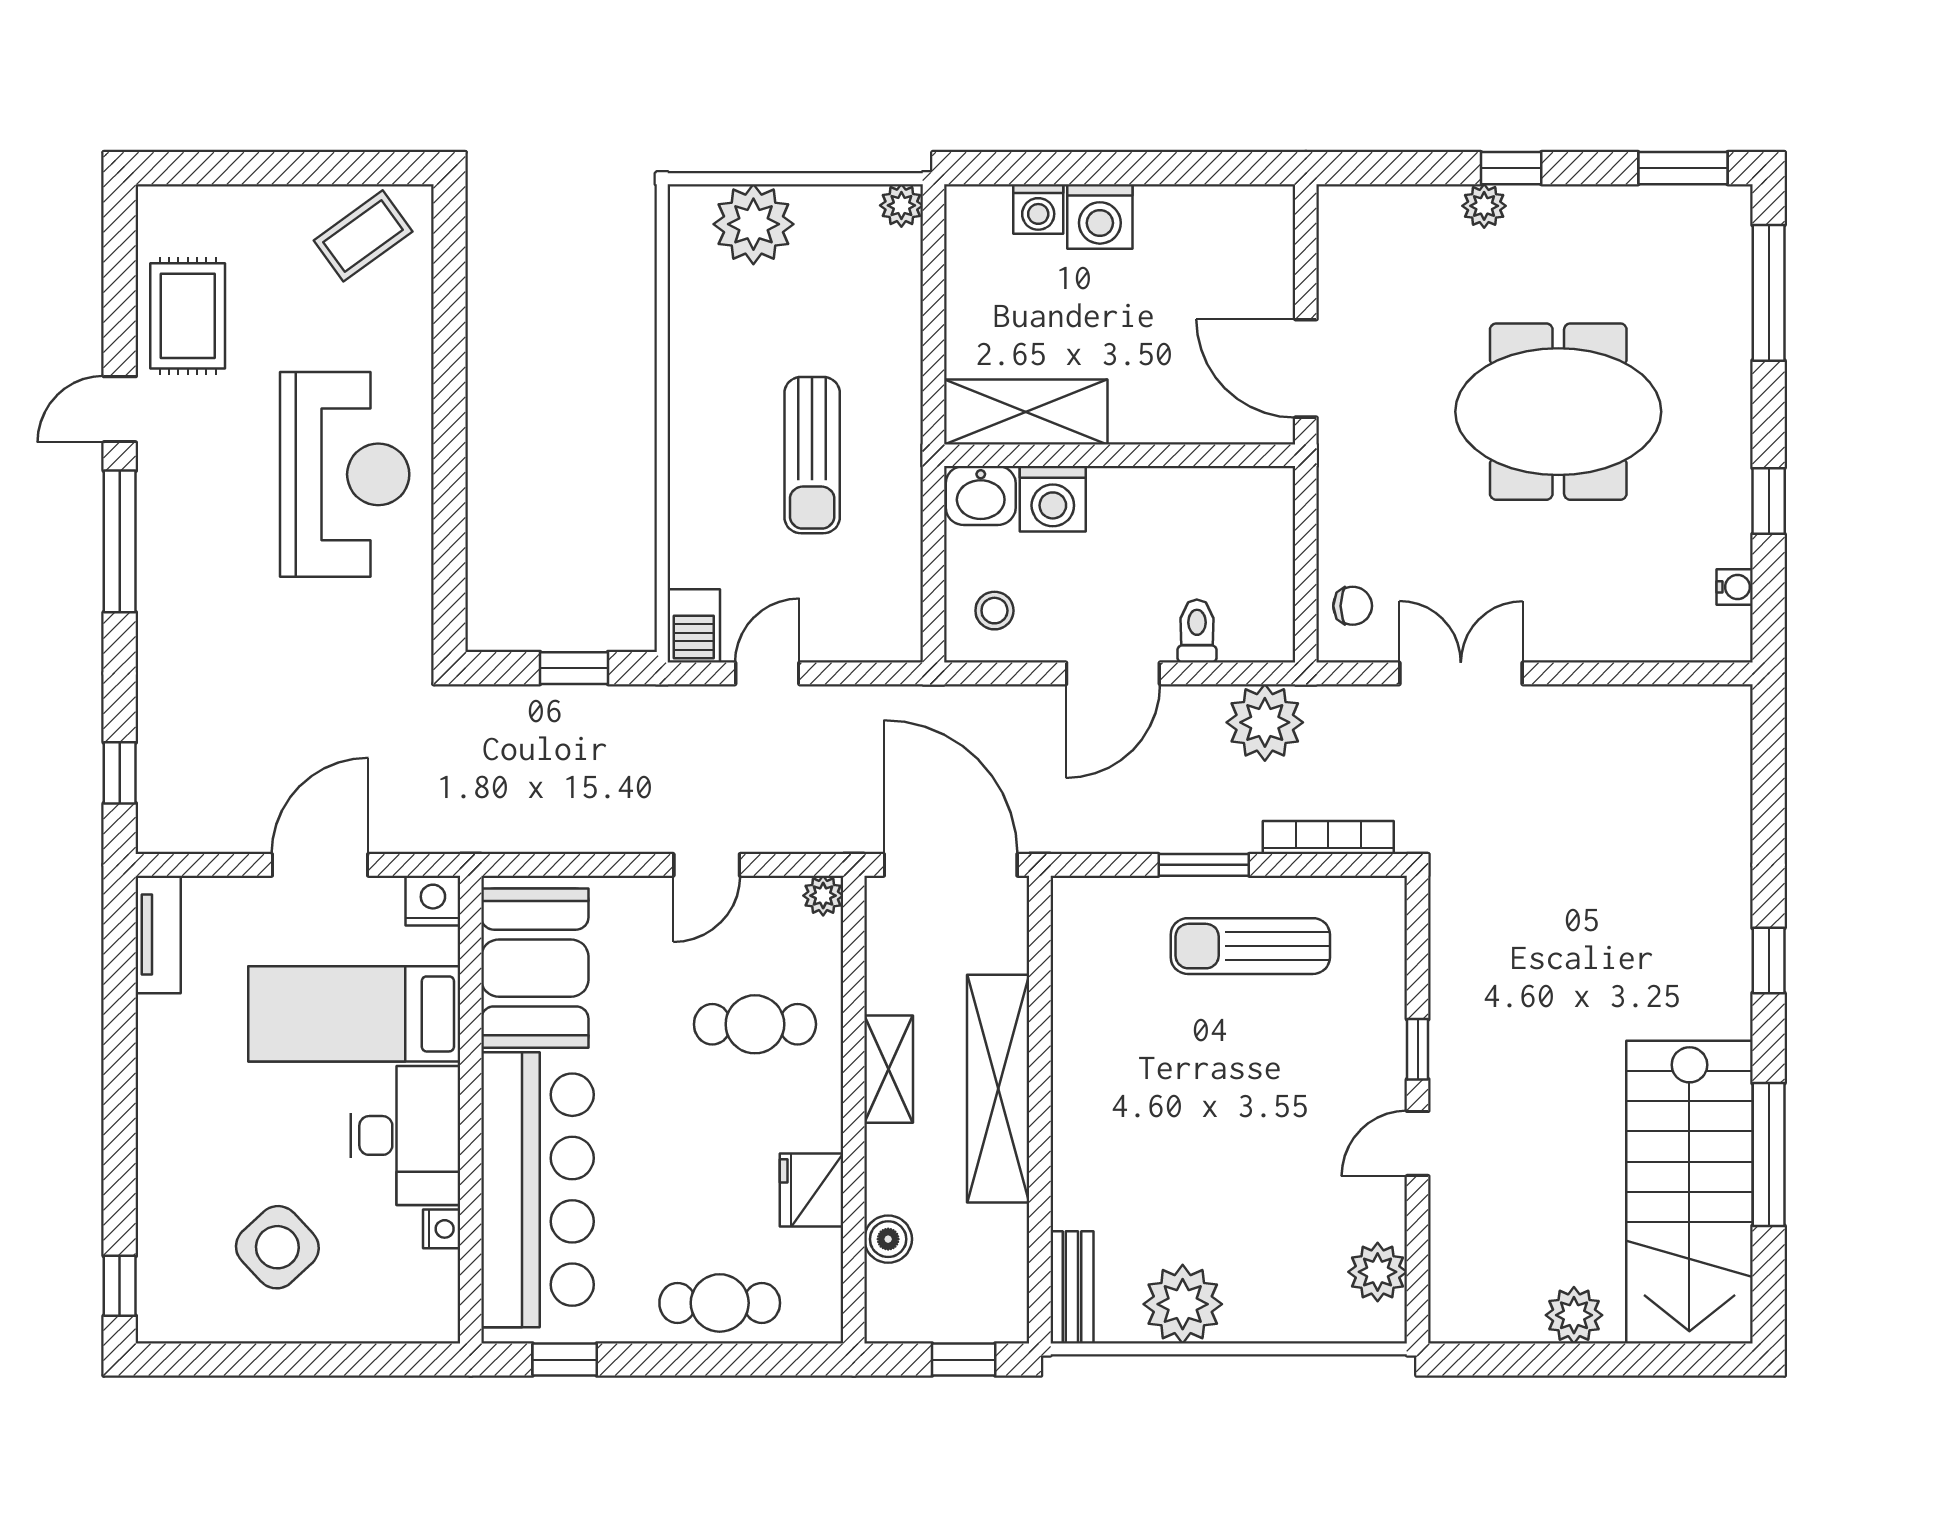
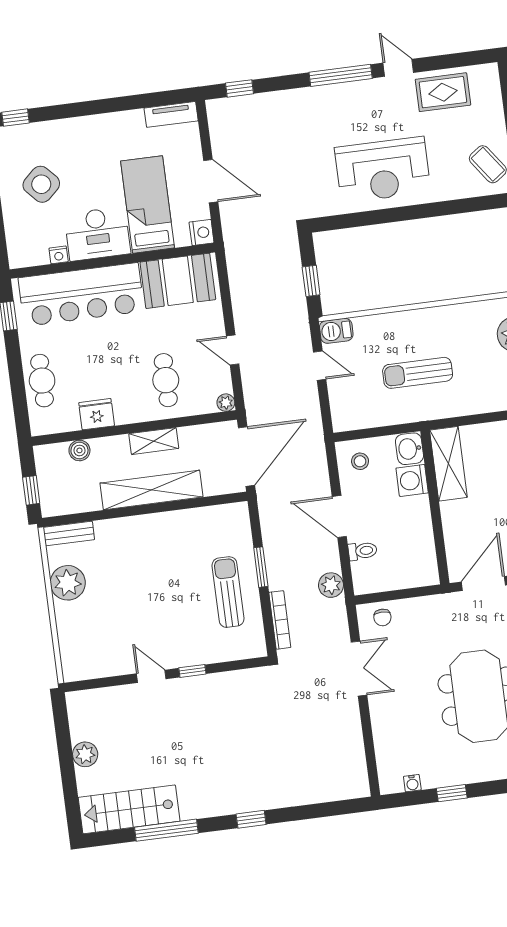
plant: (1265, 722) -> (331, 585), width x0.73, depth x0.73
stairs: (1689, 1192) -> (129, 809), width x0.73, depth x0.66
plant: (1378, 1272) -> (93, 666), removed

